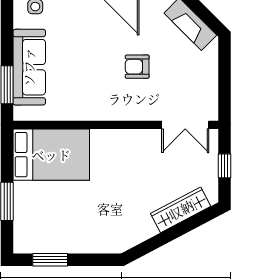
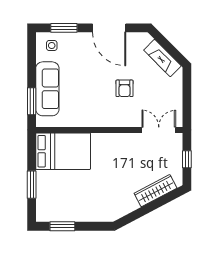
armchair: (137, 67) -> (125, 88), turned -90
double door: (185, 125) -> (159, 130), swing flipped

